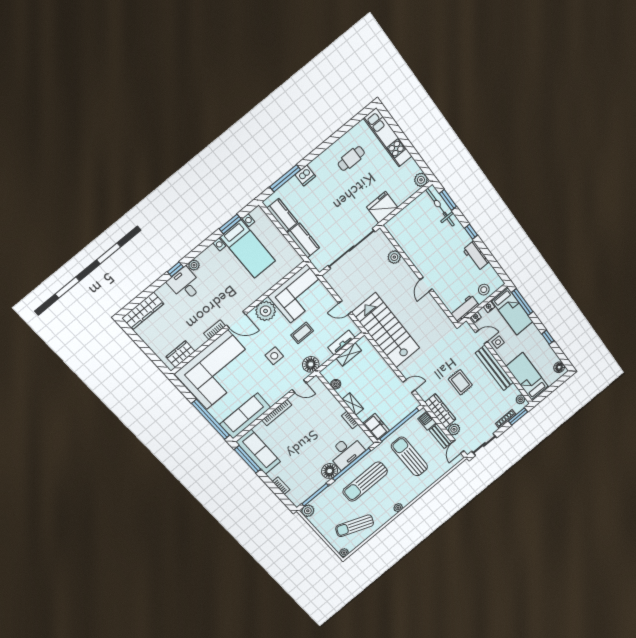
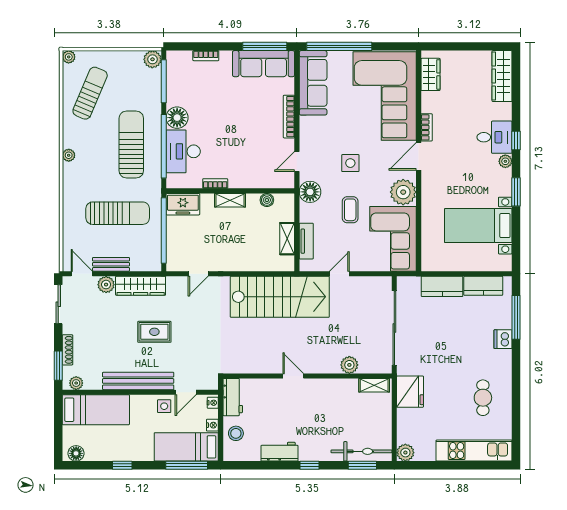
window: (230, 224) -> (516, 192), moved
shelving: (395, 232) -> (374, 385), added
barbecue: (427, 421) -> (142, 263), removed

